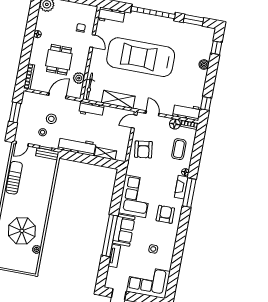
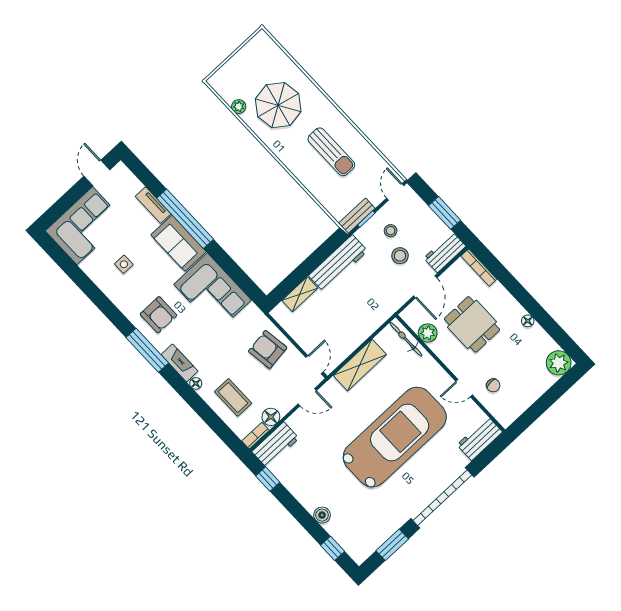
workbench: (91, 109) -> (445, 252), moved
sun lounger: (14, 178) -> (331, 152), moved
window: (189, 193) -> (147, 350), moved

